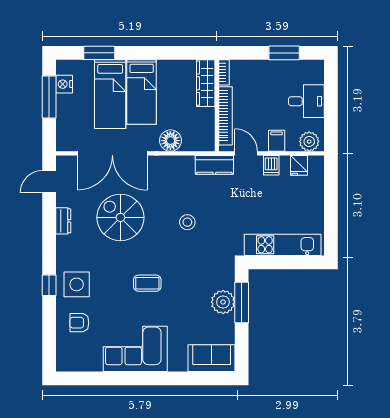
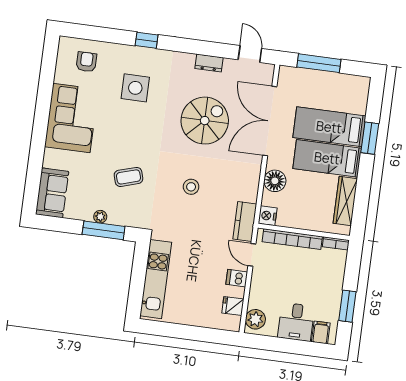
window: (99, 53) -> (370, 138), moved
wardrobe: (206, 83) -> (345, 201), moved, turned -90
nightstand: (64, 84) -> (268, 216), moved, turned -90
window: (49, 97) -> (319, 63), moved
filing cabinet: (277, 141) -> (321, 332), moved, turned -90
door: (246, 153) -> (252, 255), swing flipped
coffee table: (147, 283) -> (128, 177), moved, turned 73
side table: (77, 284) -> (135, 88), moved
plant: (223, 302) -> (100, 217), width x0.53, depth x0.53
armchair: (79, 323) -> (86, 62), moved

